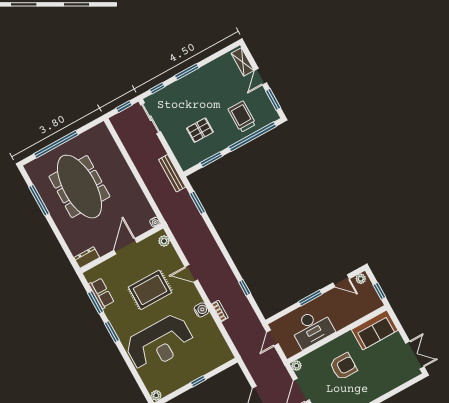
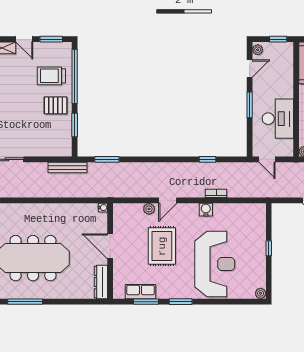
pallet: (200, 130) -> (56, 105), moved, turned 90
plant: (164, 241) -> (149, 209), moved
dresser: (87, 257) -> (101, 282), width x1.44

